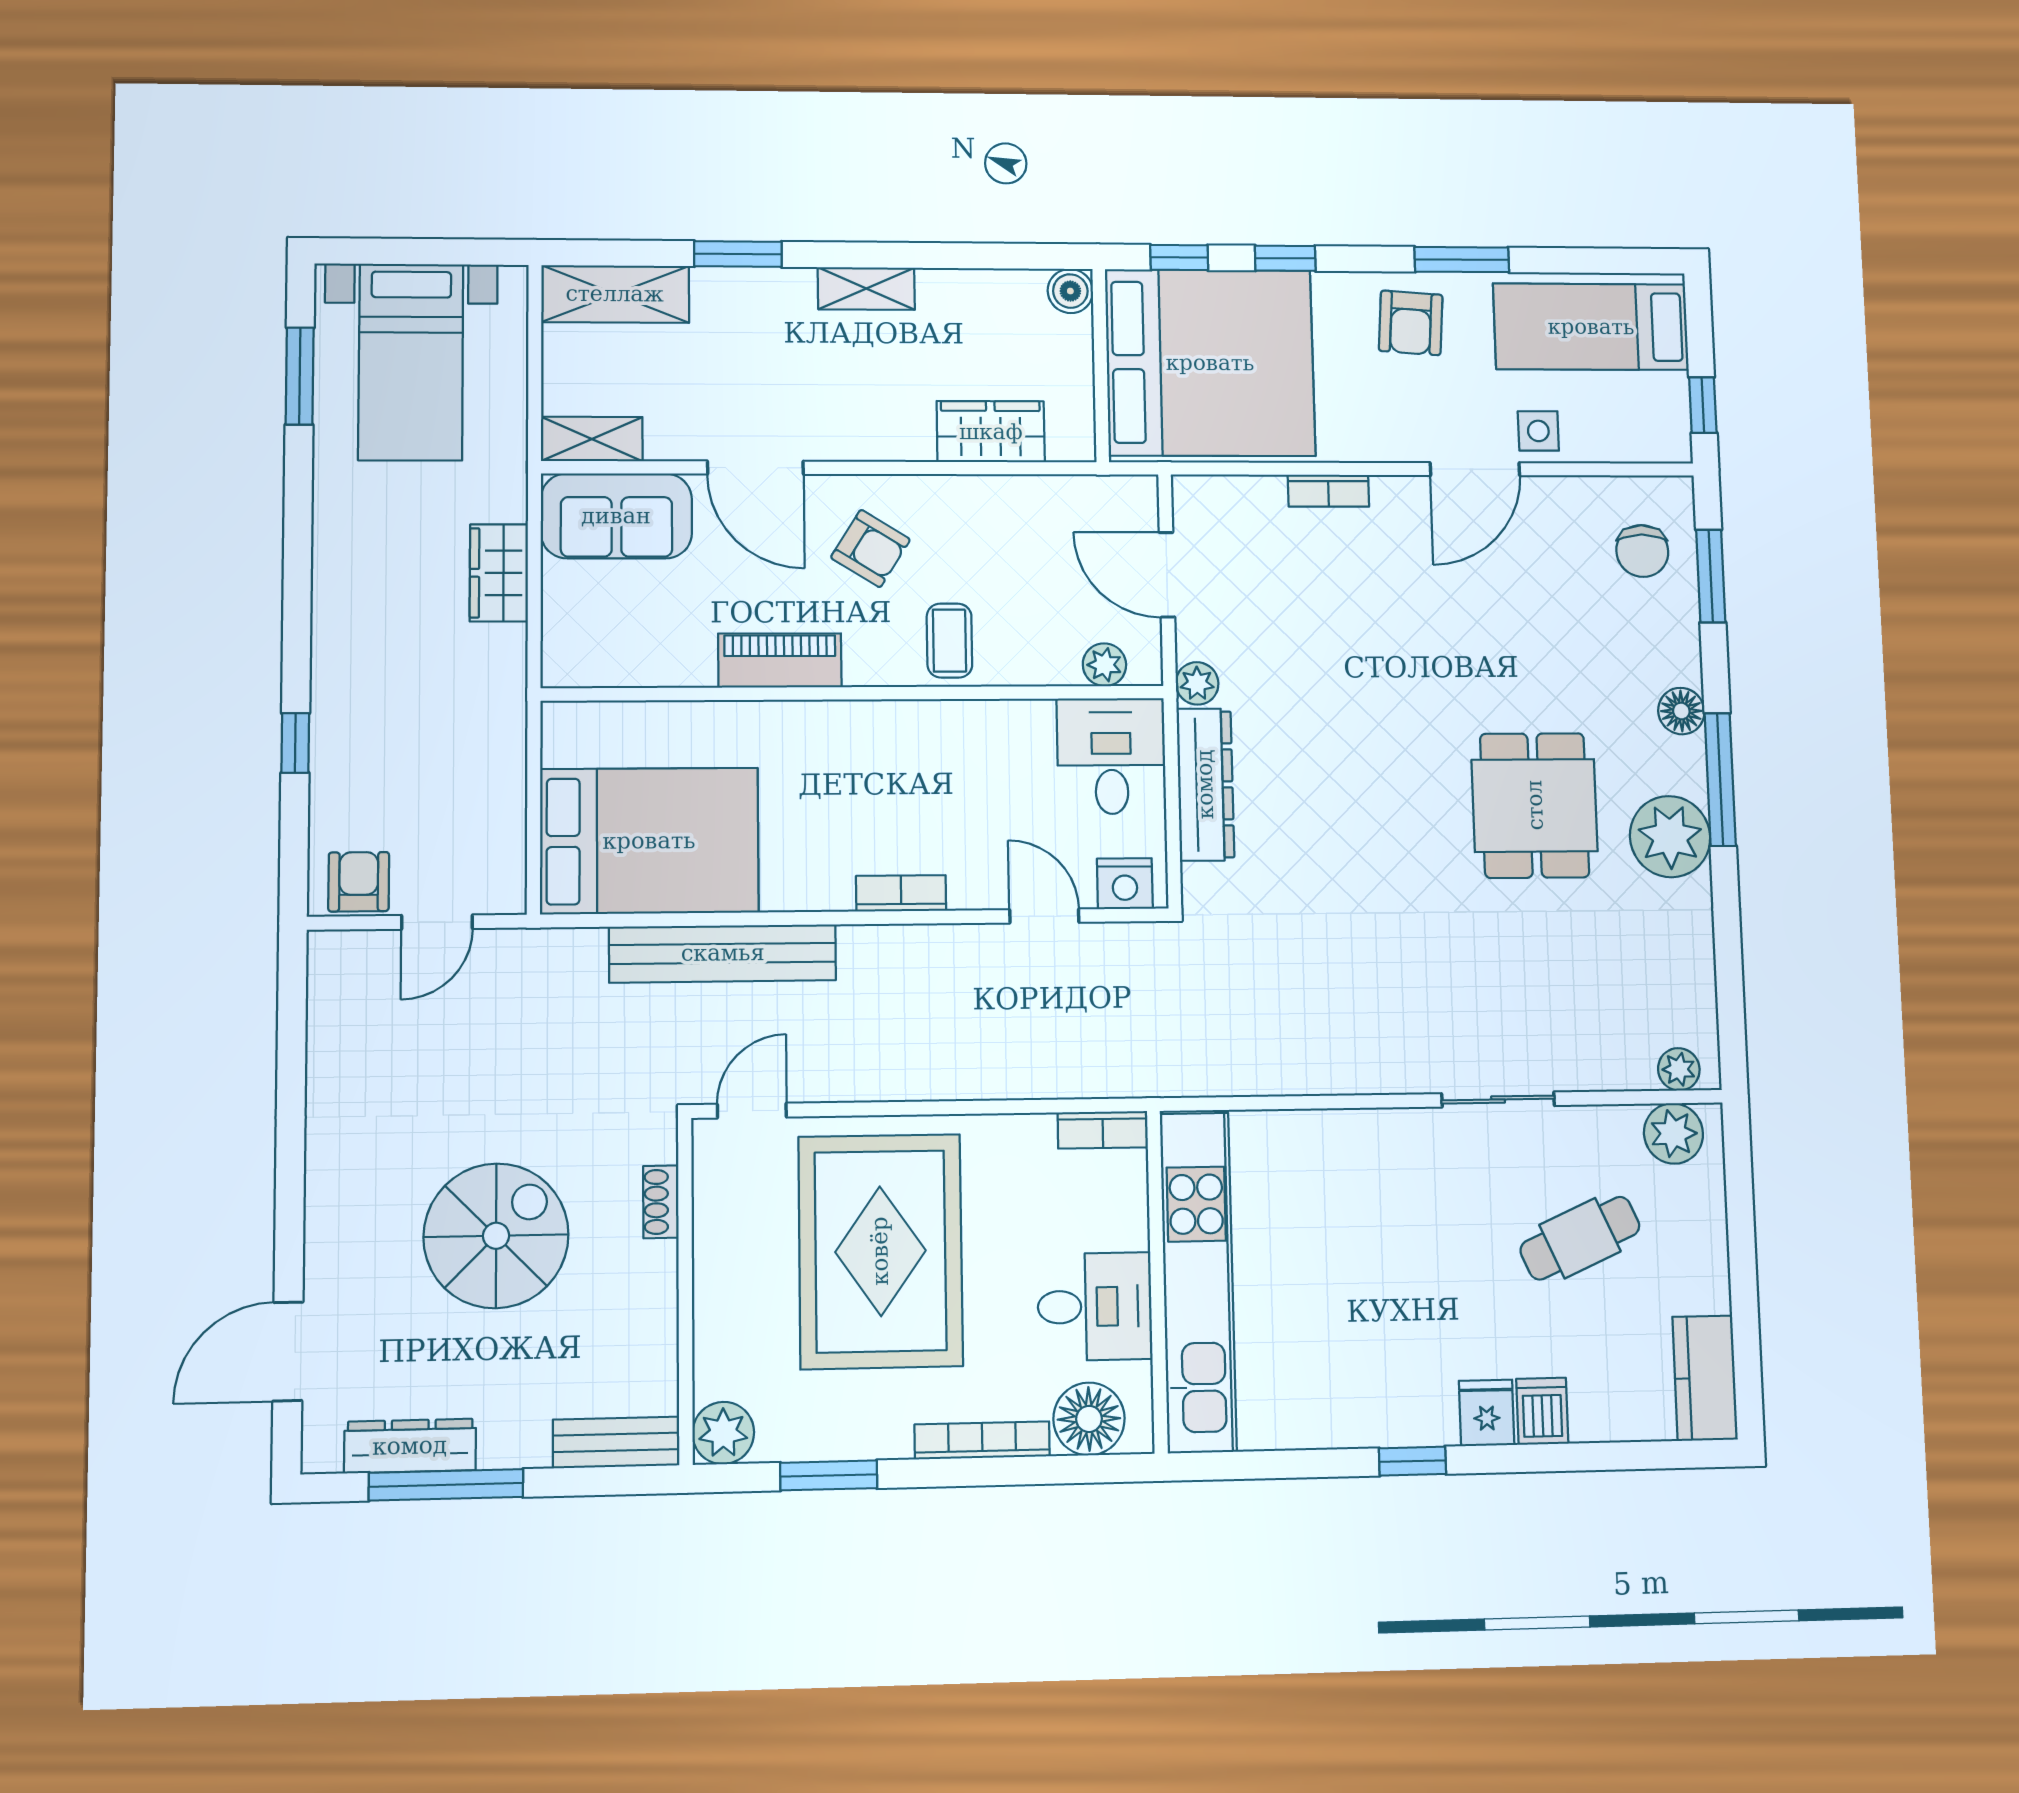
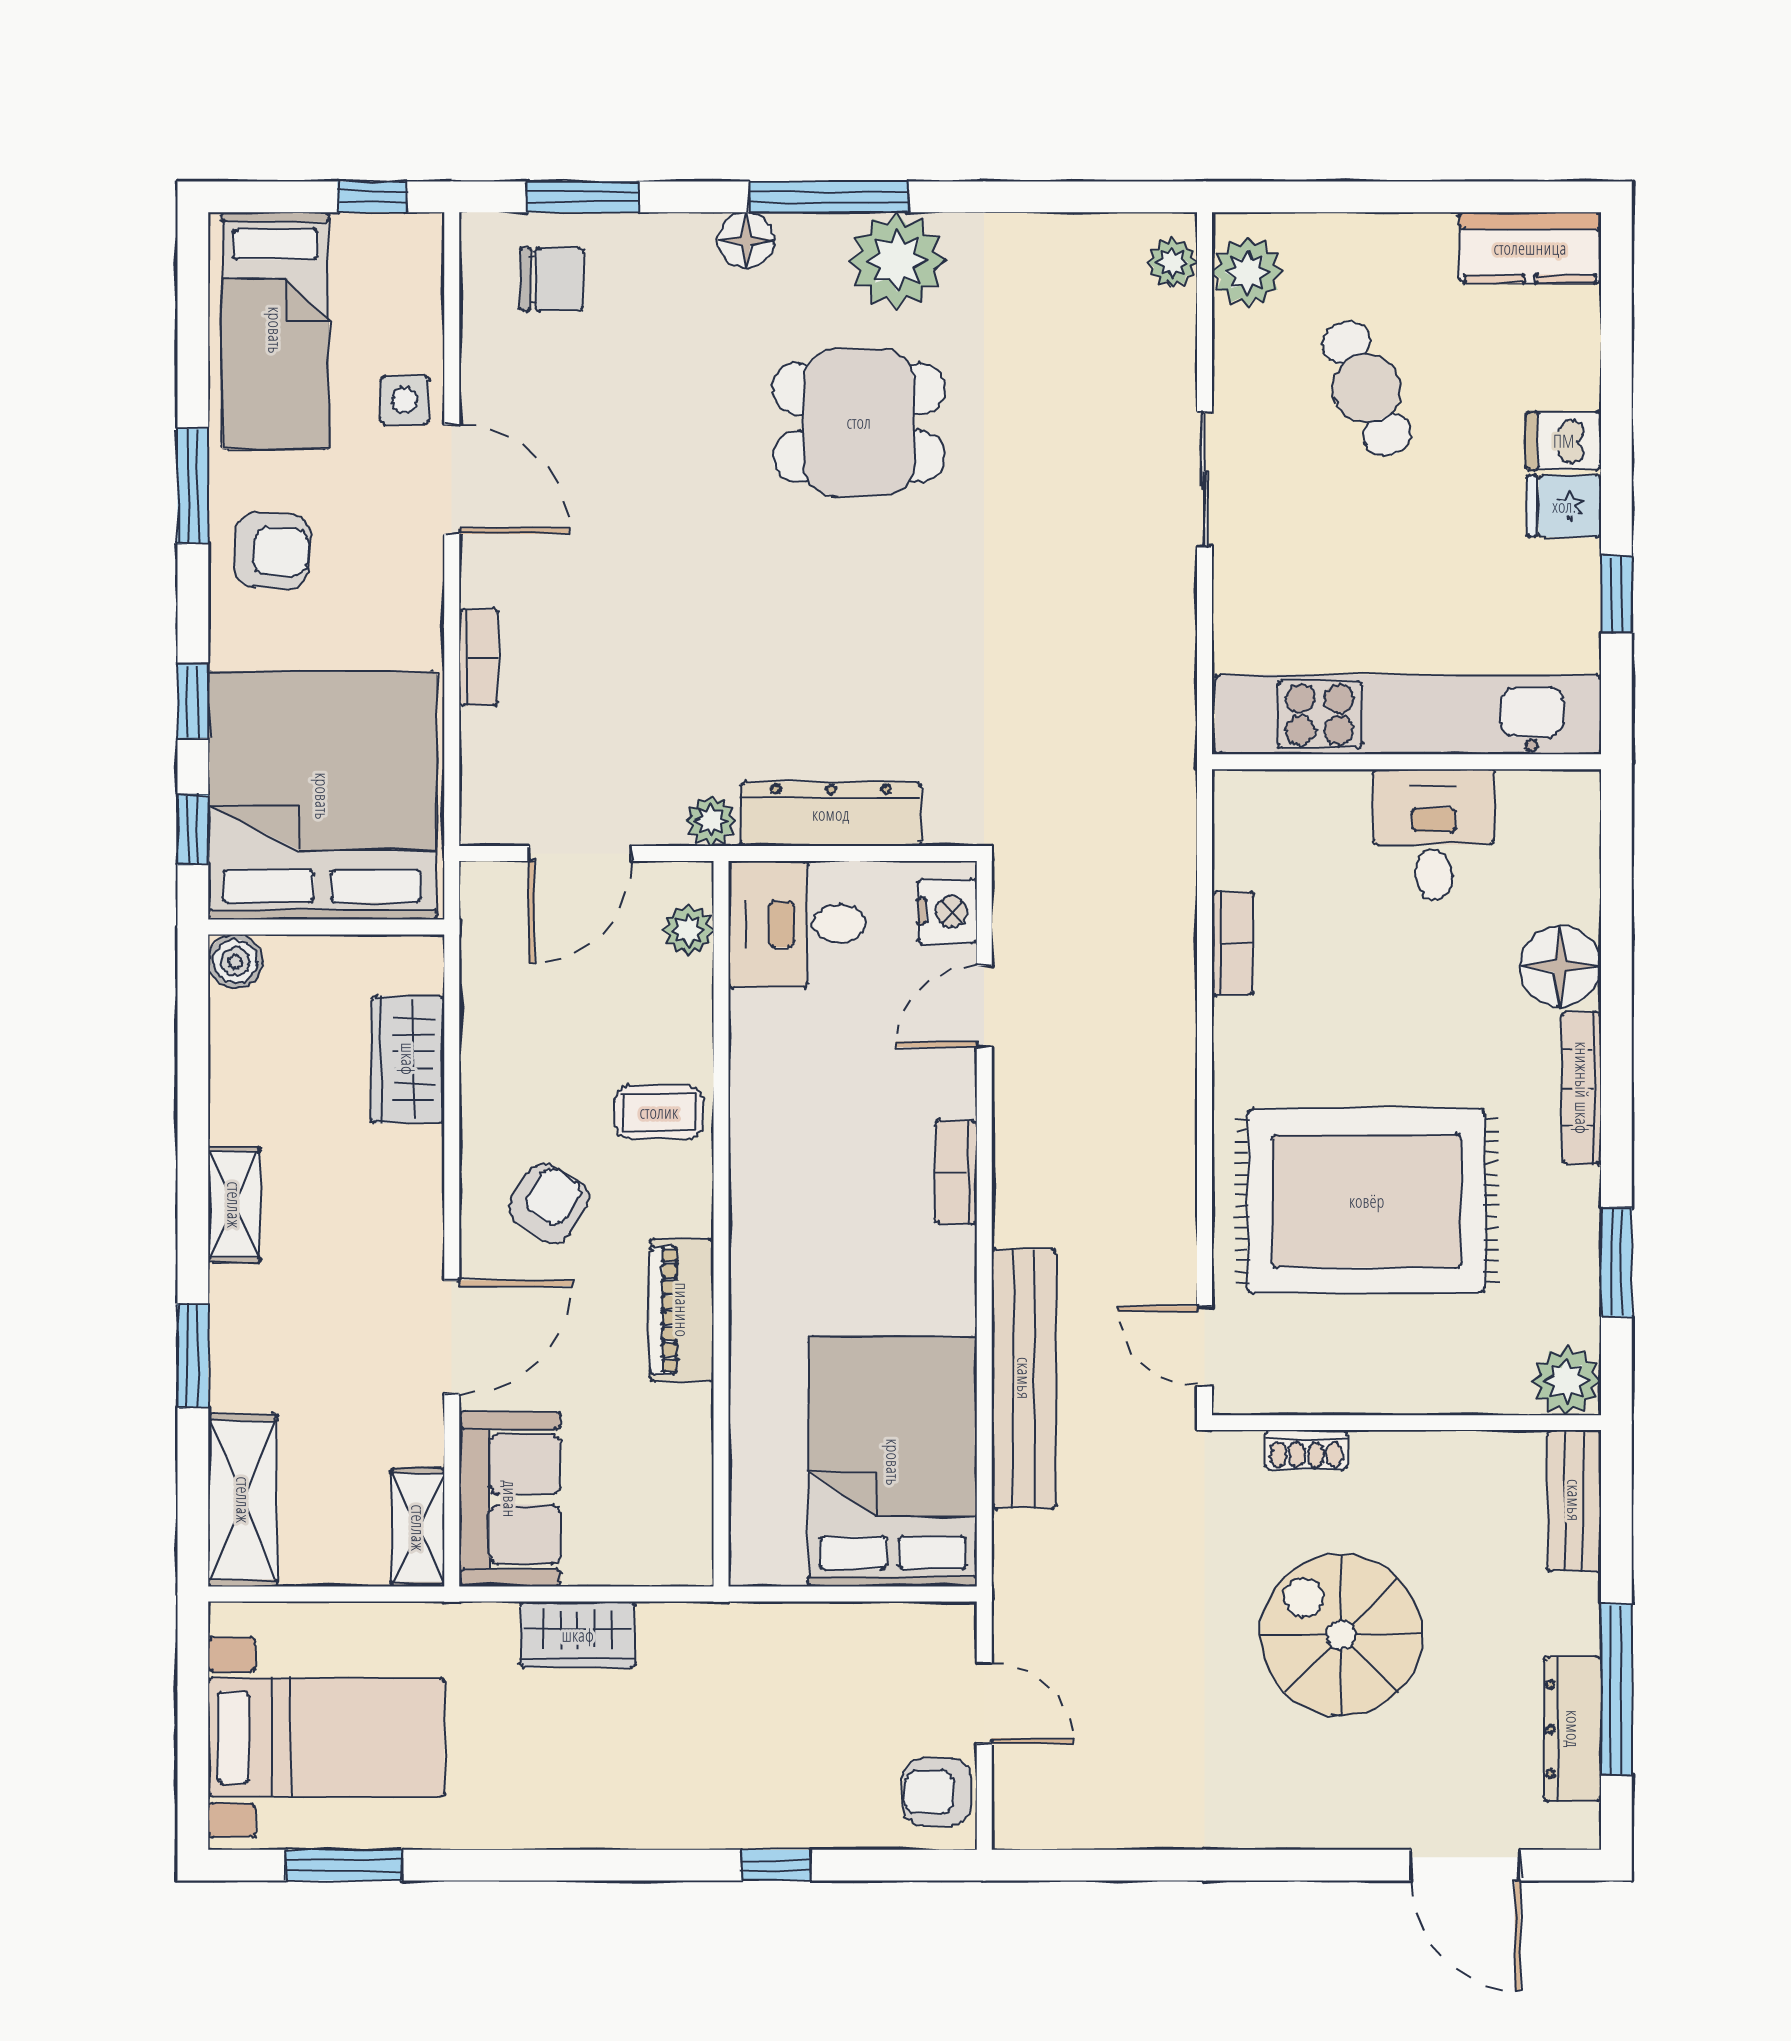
wall: (1157, 1281) -> (1406, 762), moved
kitchen unit: (1198, 1282) -> (1408, 714), moved
desk: (1095, 1307) -> (1434, 834), moved

